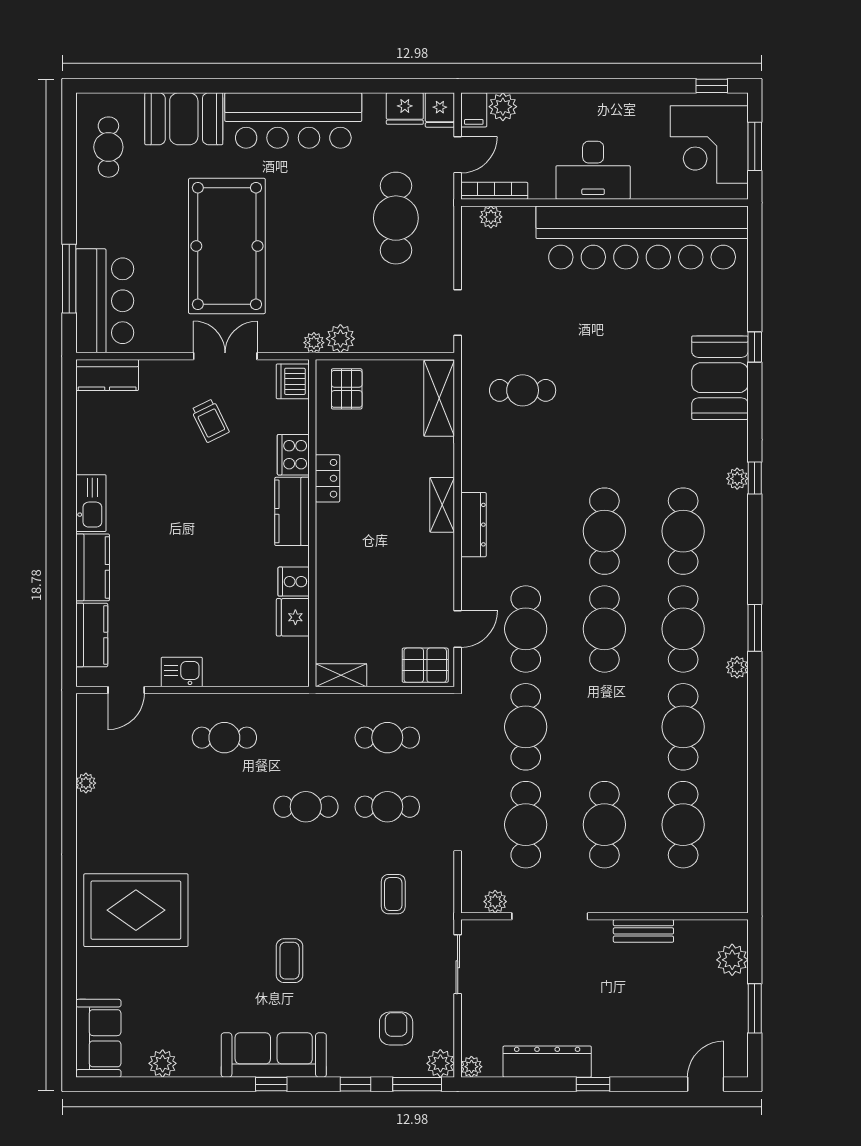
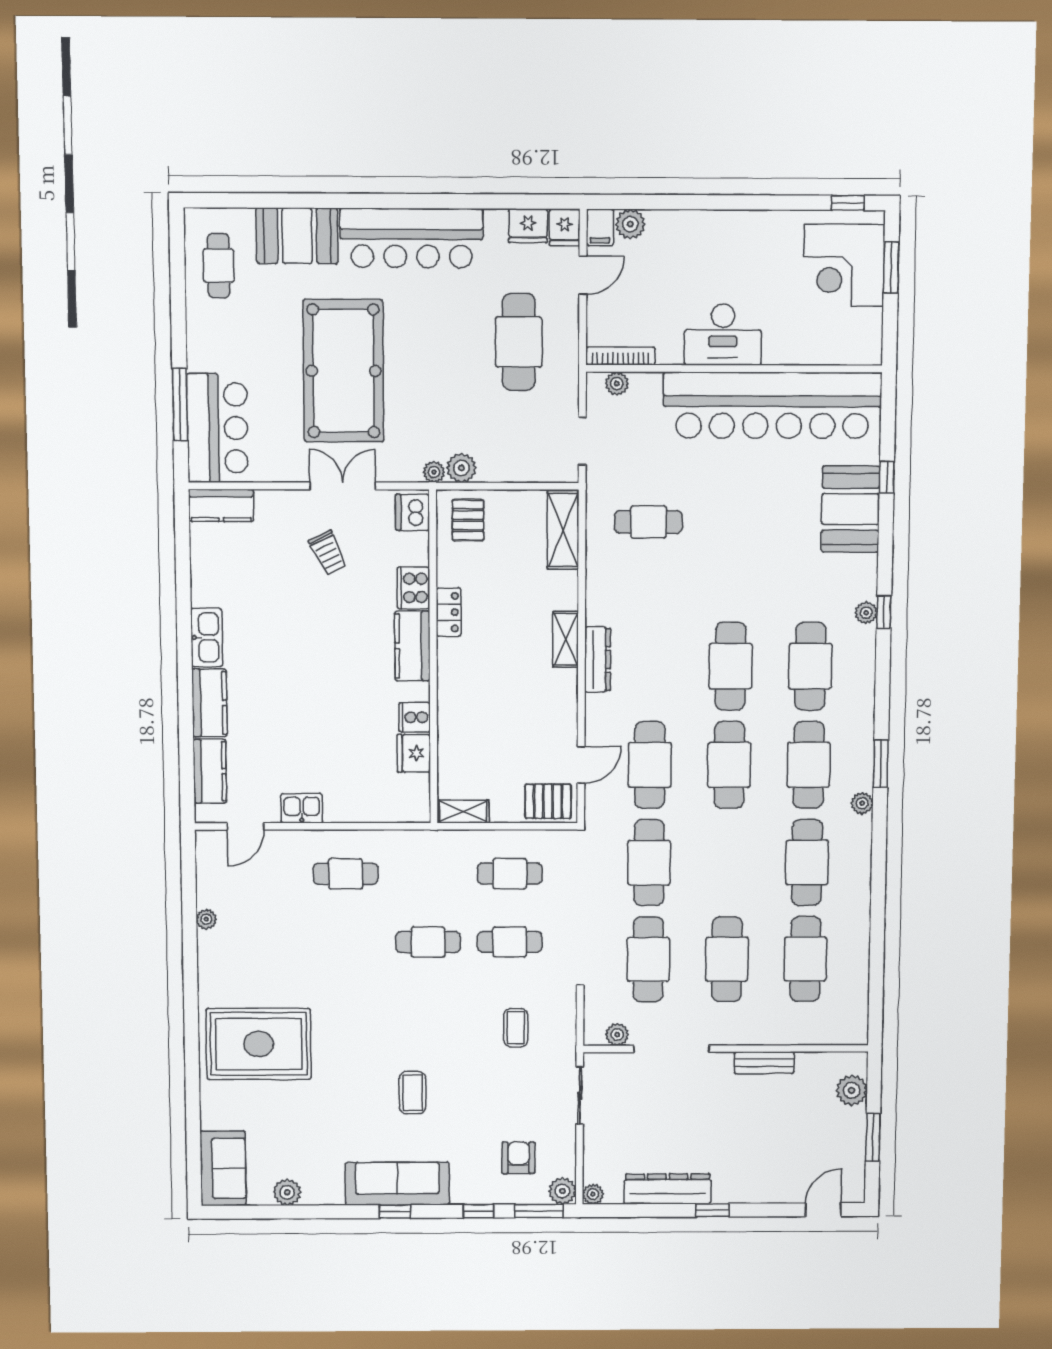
desk: (593, 170) -> (723, 335), moved
bookcase: (494, 191) -> (621, 356), moved
wall: (604, 203) -> (734, 369), moved
plant: (491, 217) -> (617, 383), moved
bar counter: (642, 237) -> (772, 405), moved

